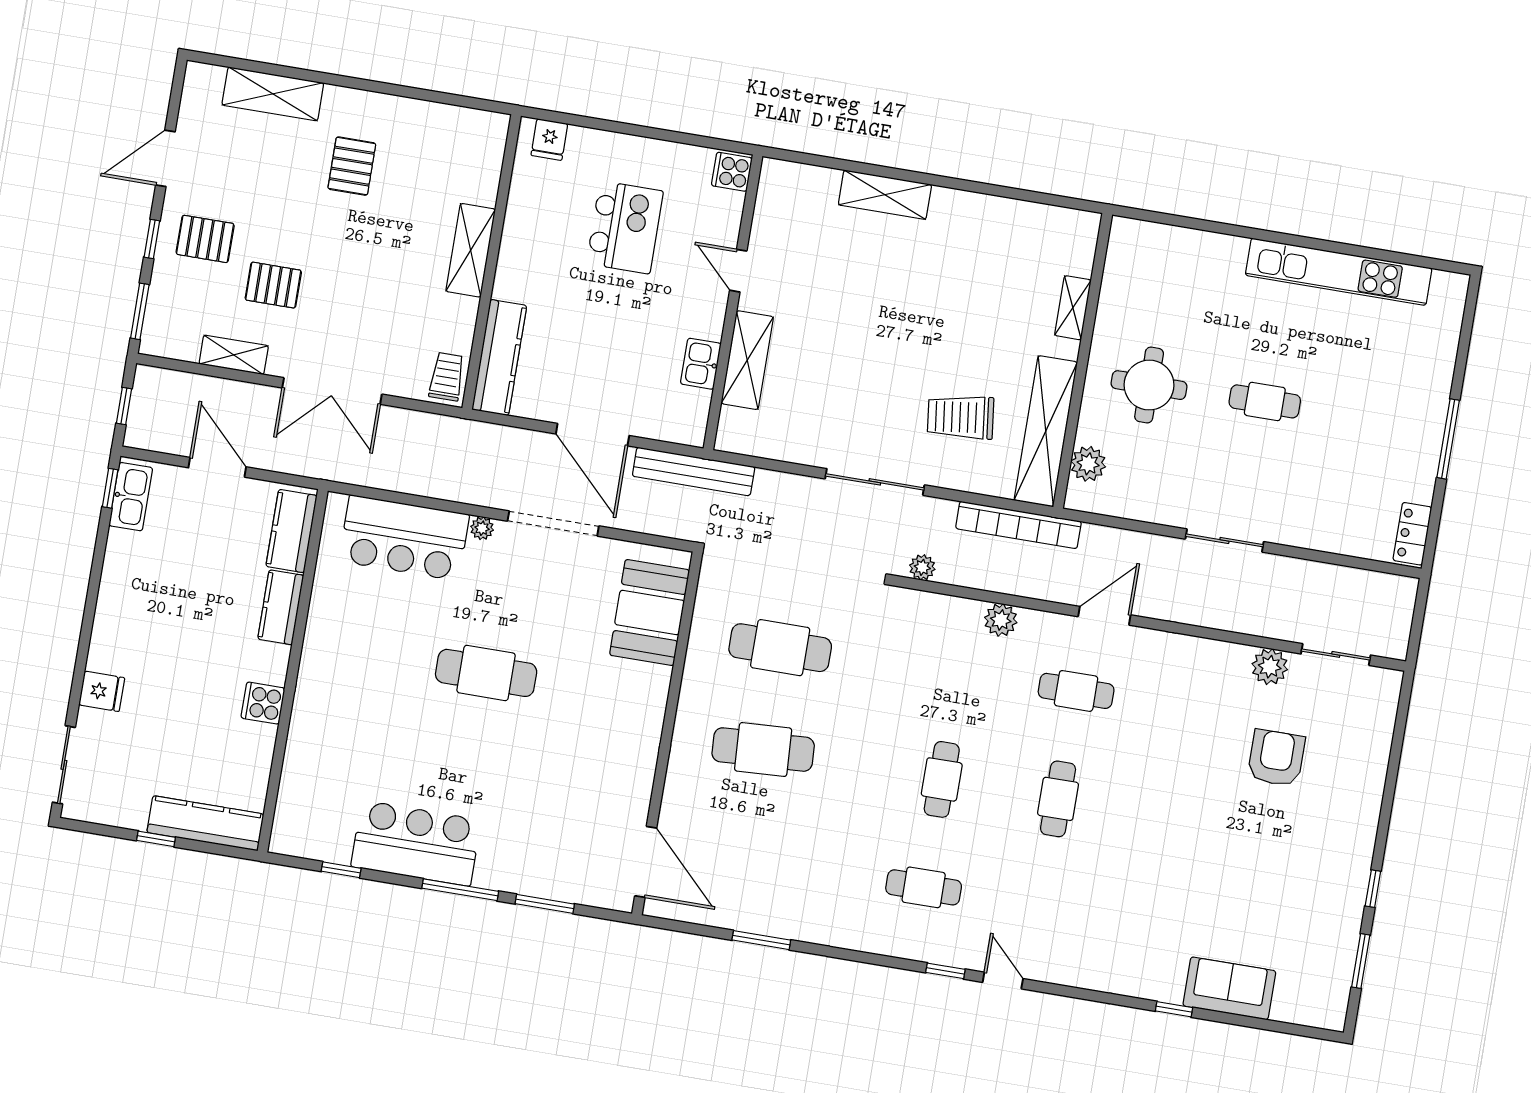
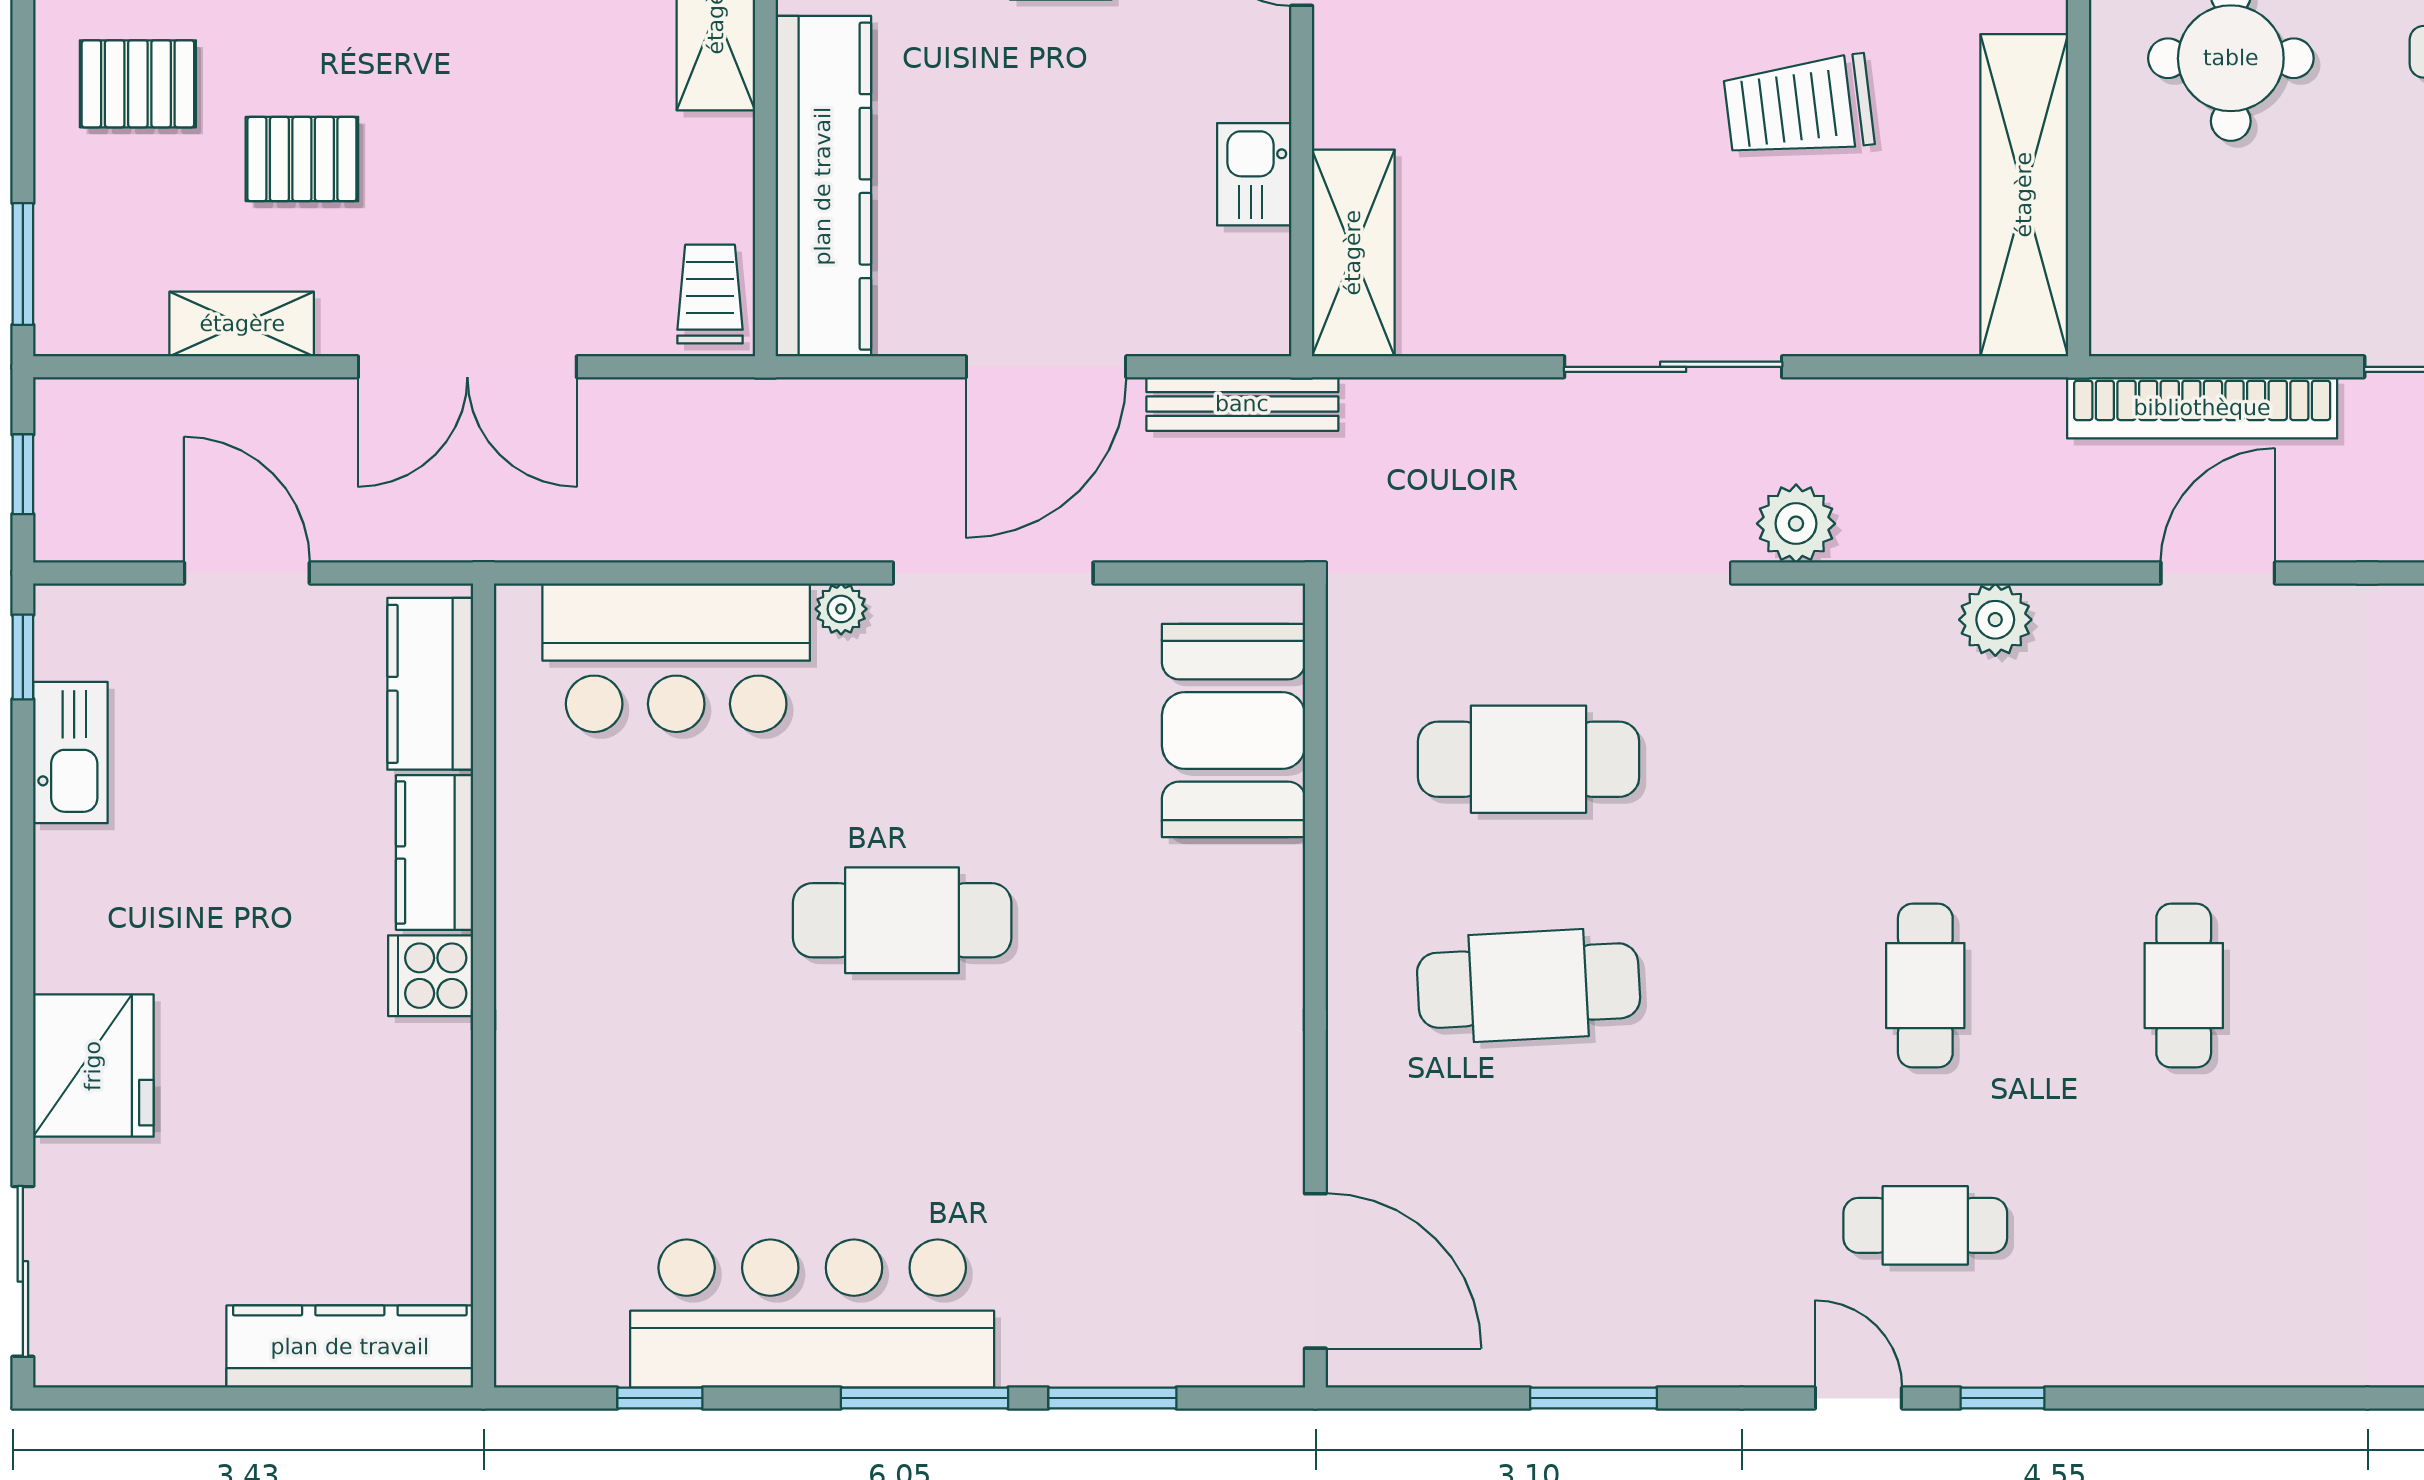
window: (152, 239) -> (23, 103), removed
kitchen counter: (499, 358) -> (823, 186), width x1.39, depth x1.17
shelving: (747, 360) -> (1353, 253), moved
trolley: (961, 417) -> (1799, 107), moved
door: (593, 435) -> (1046, 367), hinge flipped
plant: (1088, 464) -> (2128, 251), removed
bench: (694, 471) -> (1242, 404), width x0.73, depth x0.82
kitchen sink: (131, 497) -> (70, 753), moved
bookcase: (1018, 525) -> (2202, 408), moved
plant: (922, 567) -> (1796, 524), width x1.38, depth x1.38
fridge: (102, 691) -> (93, 1066), width x1.88, depth x1.34
cafe table: (1076, 691) -> (2184, 746), removed
cooker: (263, 703) -> (431, 976), moved
window: (156, 839) -> (249, 1398), removed
bar counter: (416, 843) -> (812, 1314), width x1.36
door: (1003, 981) -> (1858, 1398), moved

